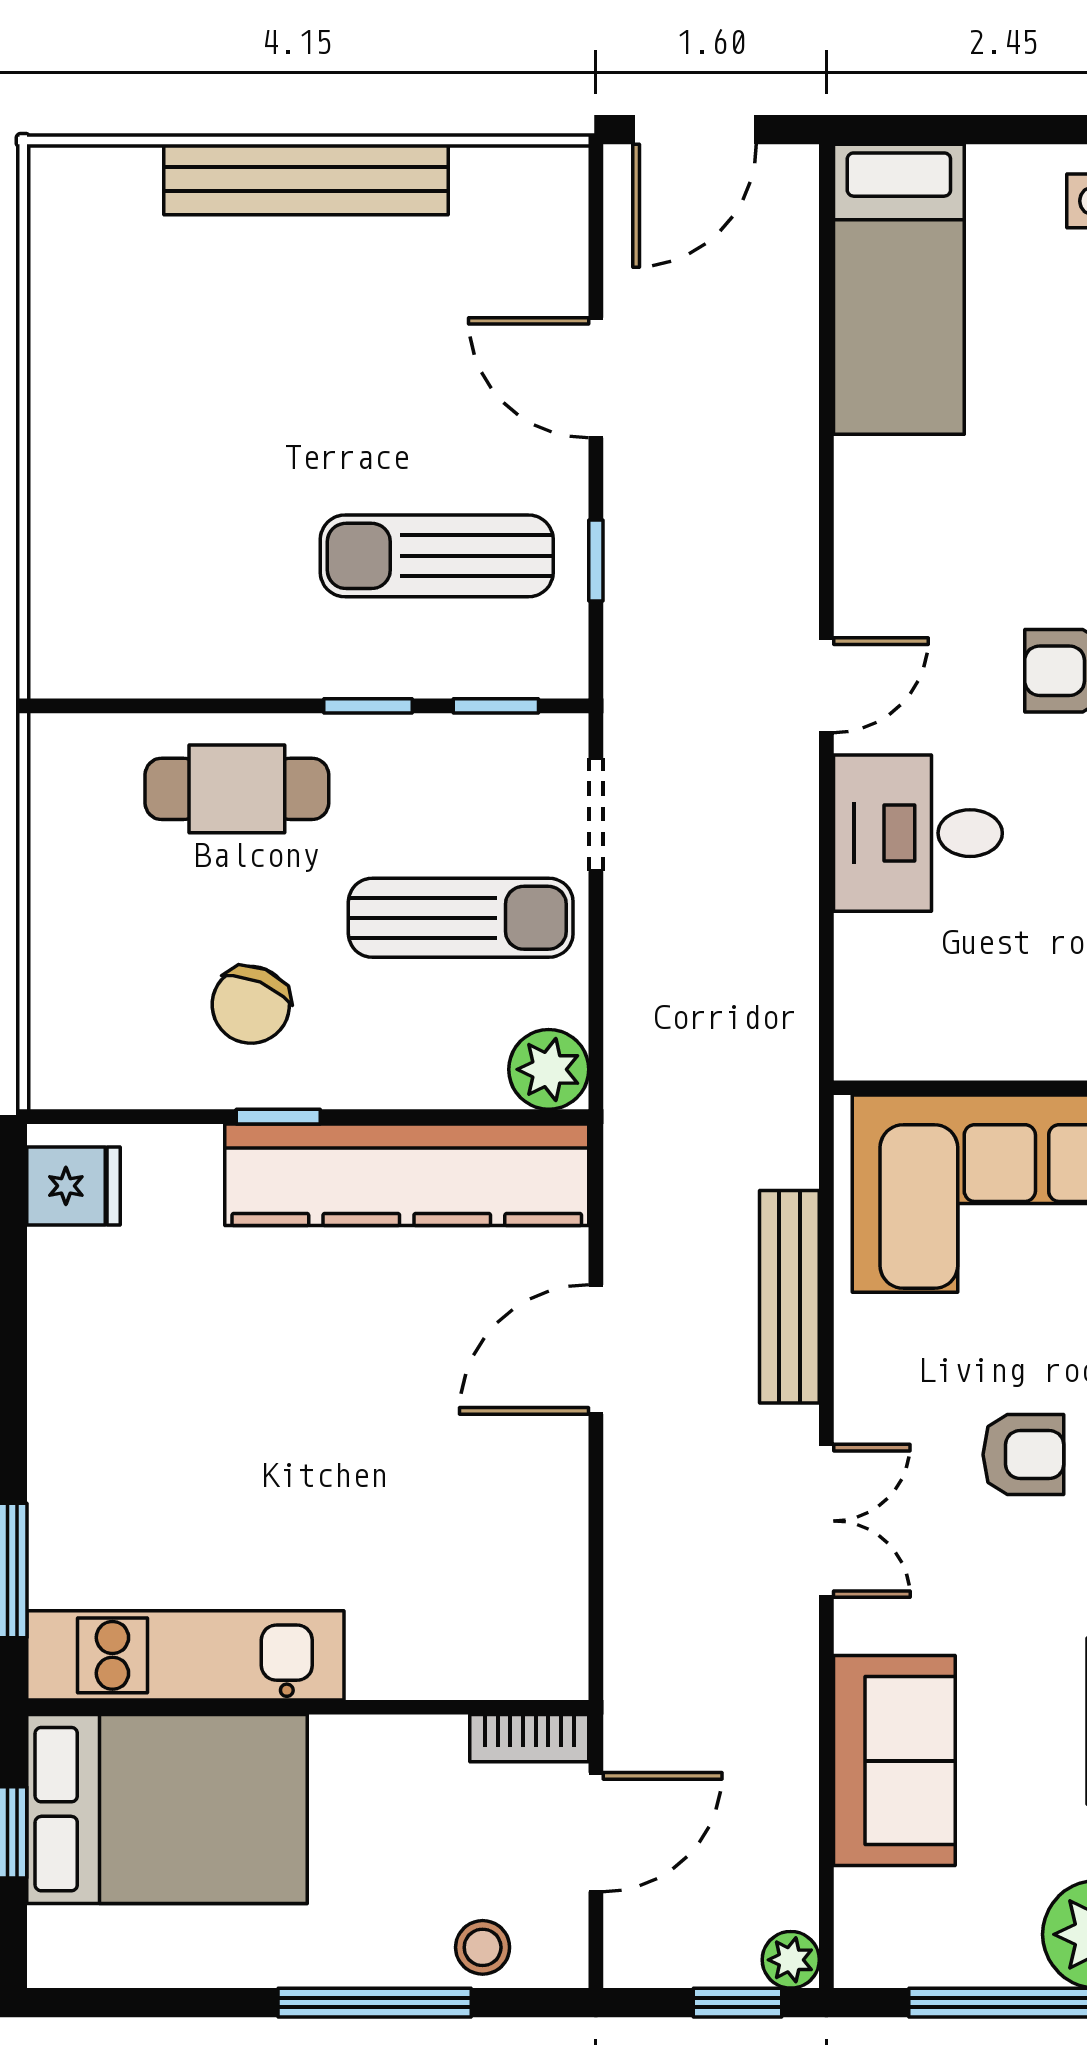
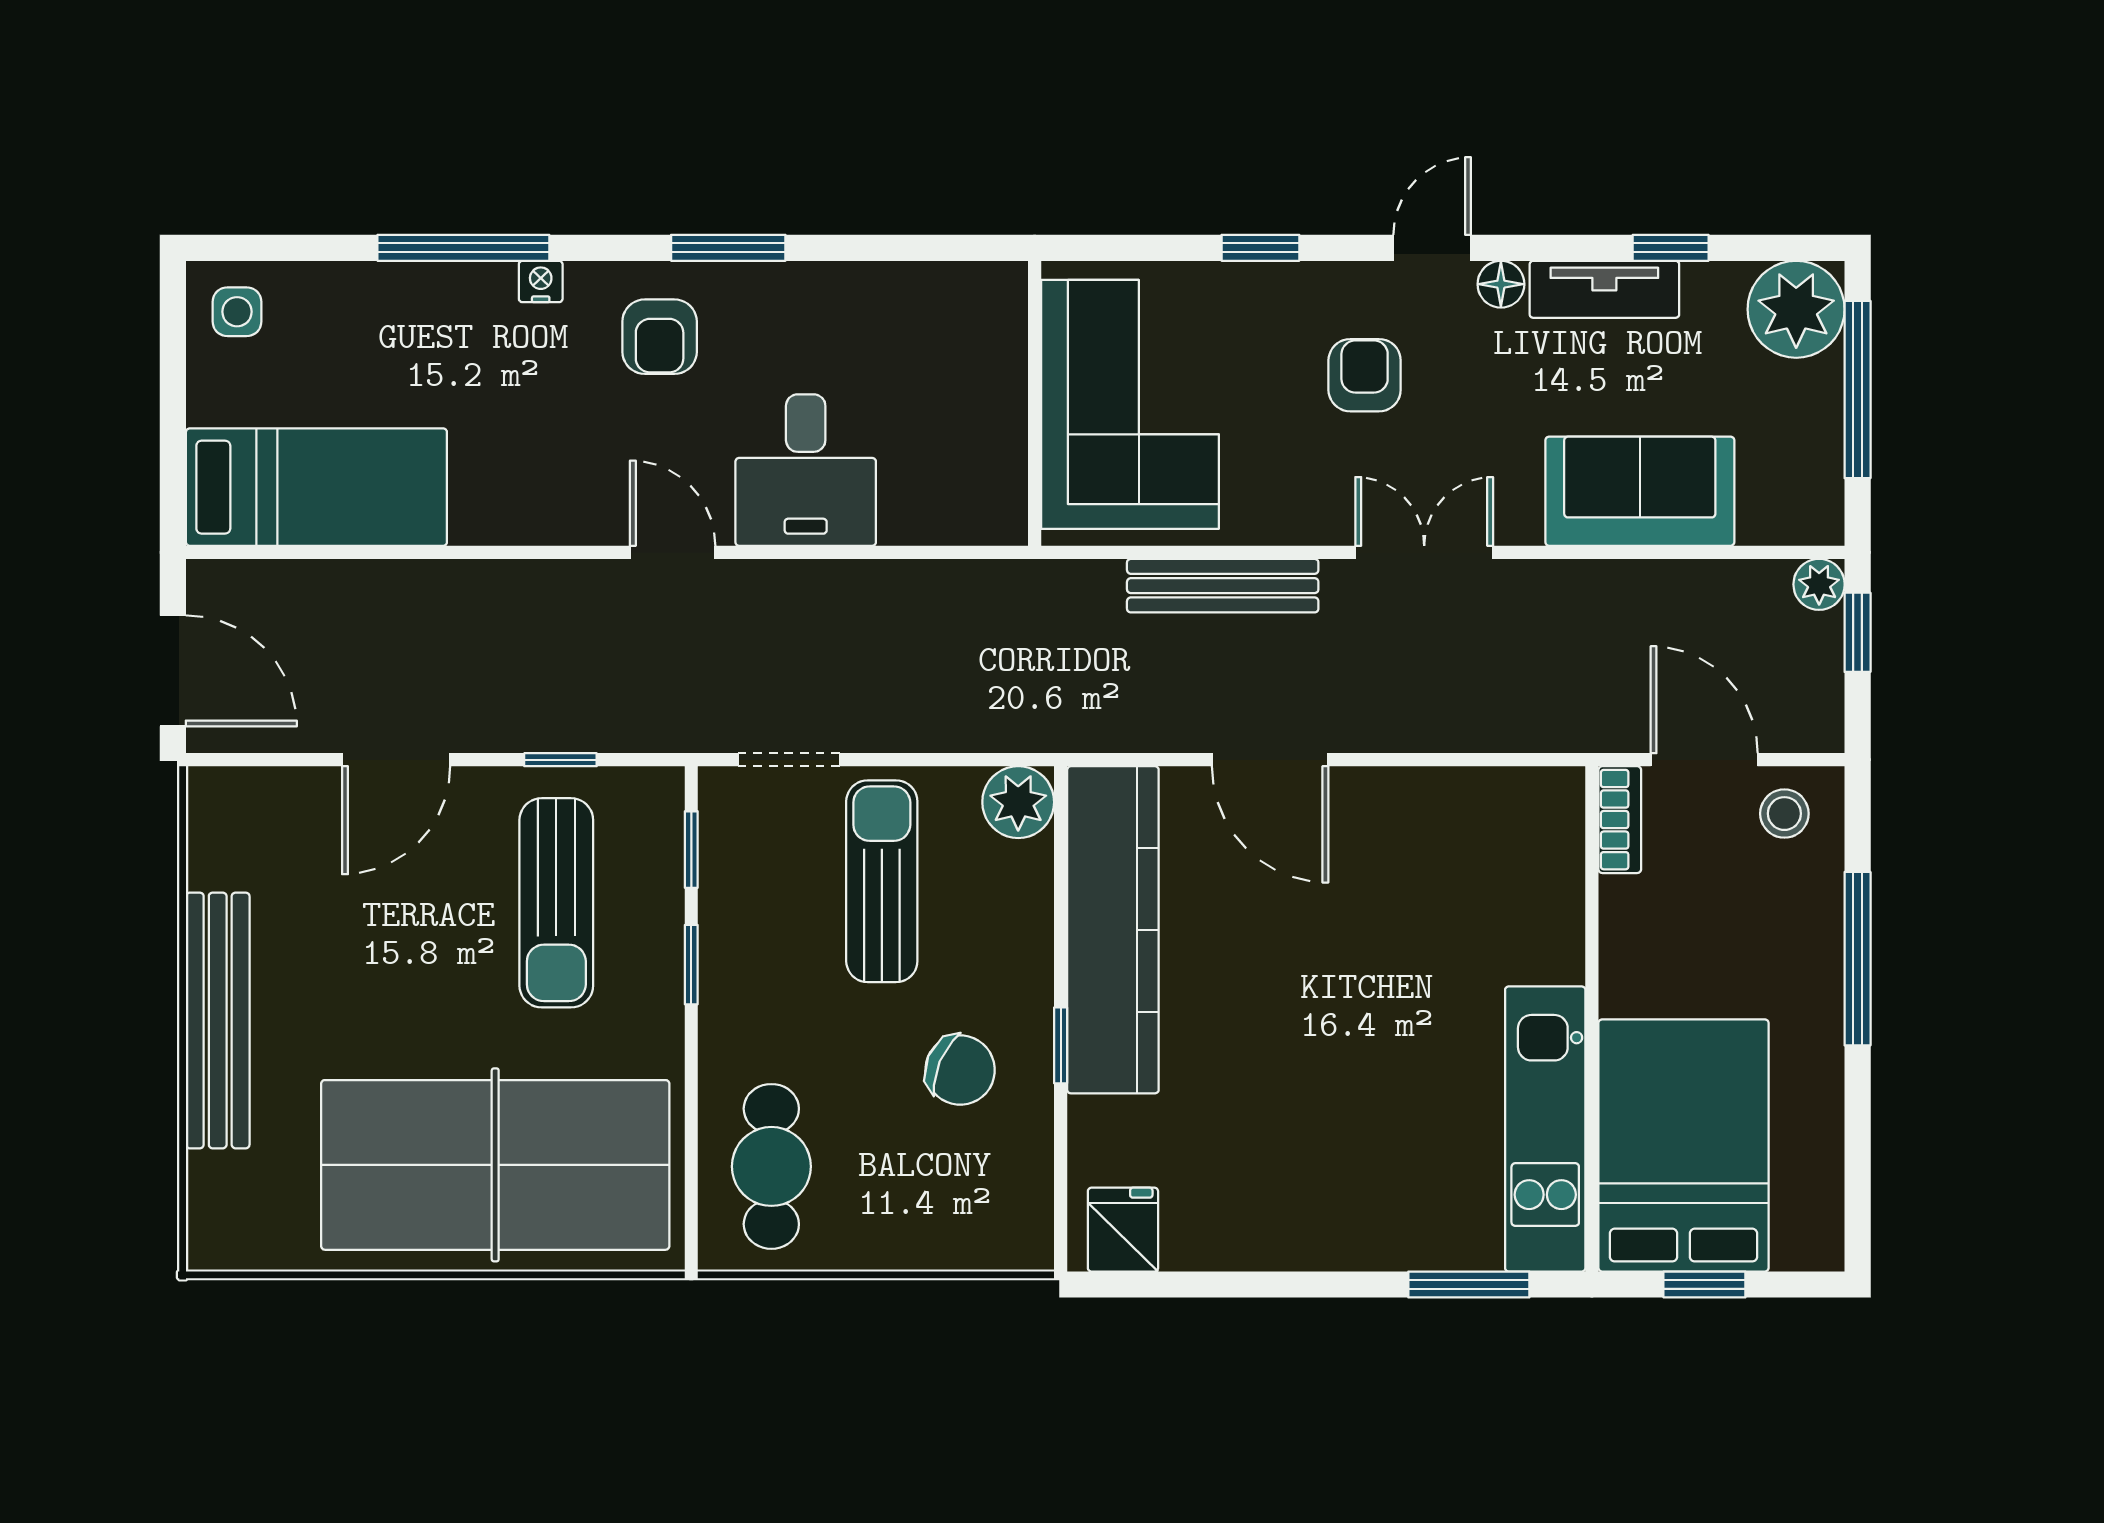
table tennis table: (145, 488) -> (495, 1165), added
cafe table: (237, 789) -> (771, 1166), moved
stool: (483, 1947) -> (1784, 814), moved

